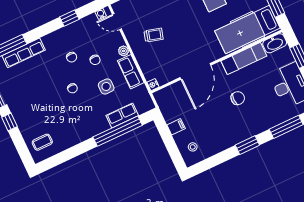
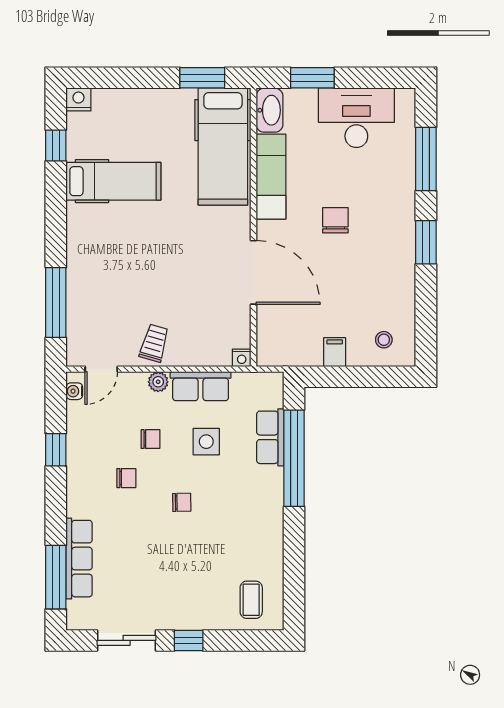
trolley: (154, 35) -> (154, 343), moved

